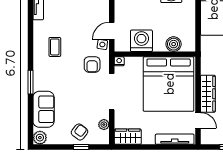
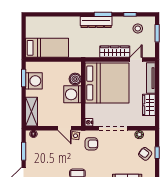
washing machine: (141, 41) -> (72, 94), moved
wardrobe: (128, 137) -> (149, 105), moved

